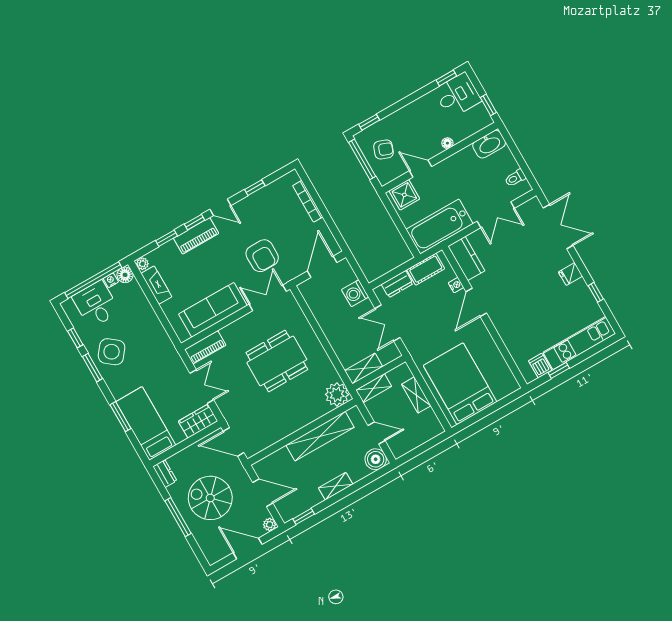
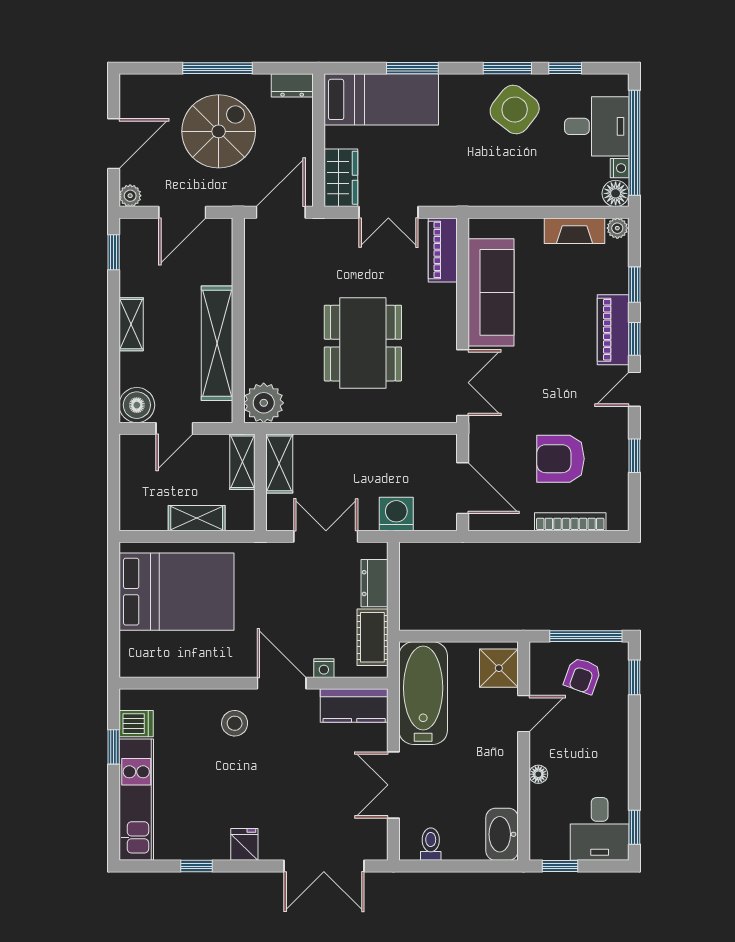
armchair: (262, 256) -> (560, 459), moved
stool: (511, 315) -> (235, 723), added

